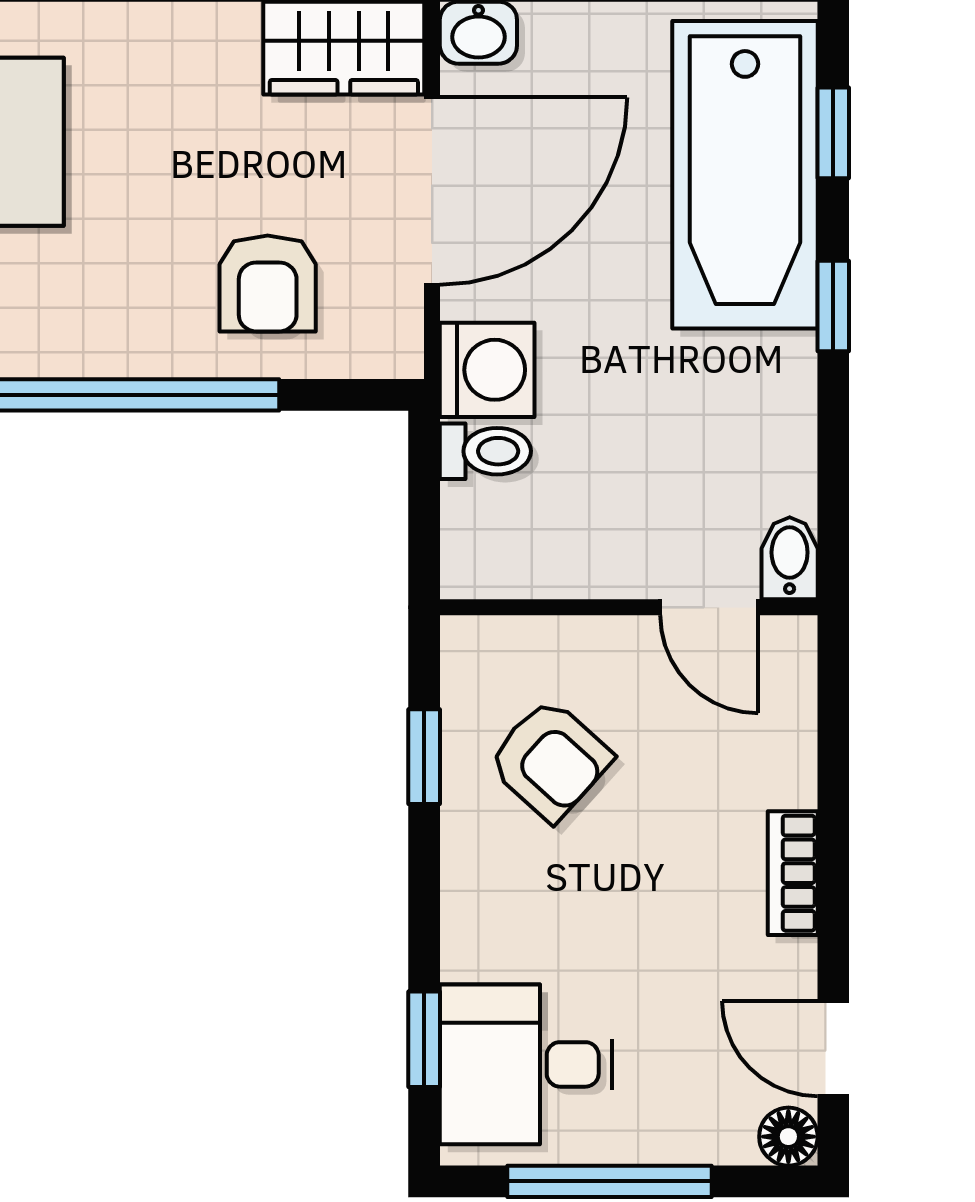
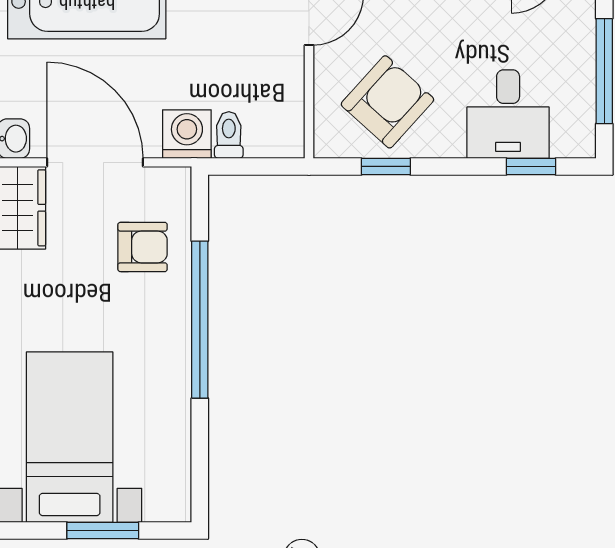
armchair: (550, 760) -> (387, 102), width x1.38, depth x1.38
desk: (526, 1064) -> (508, 114), moved

